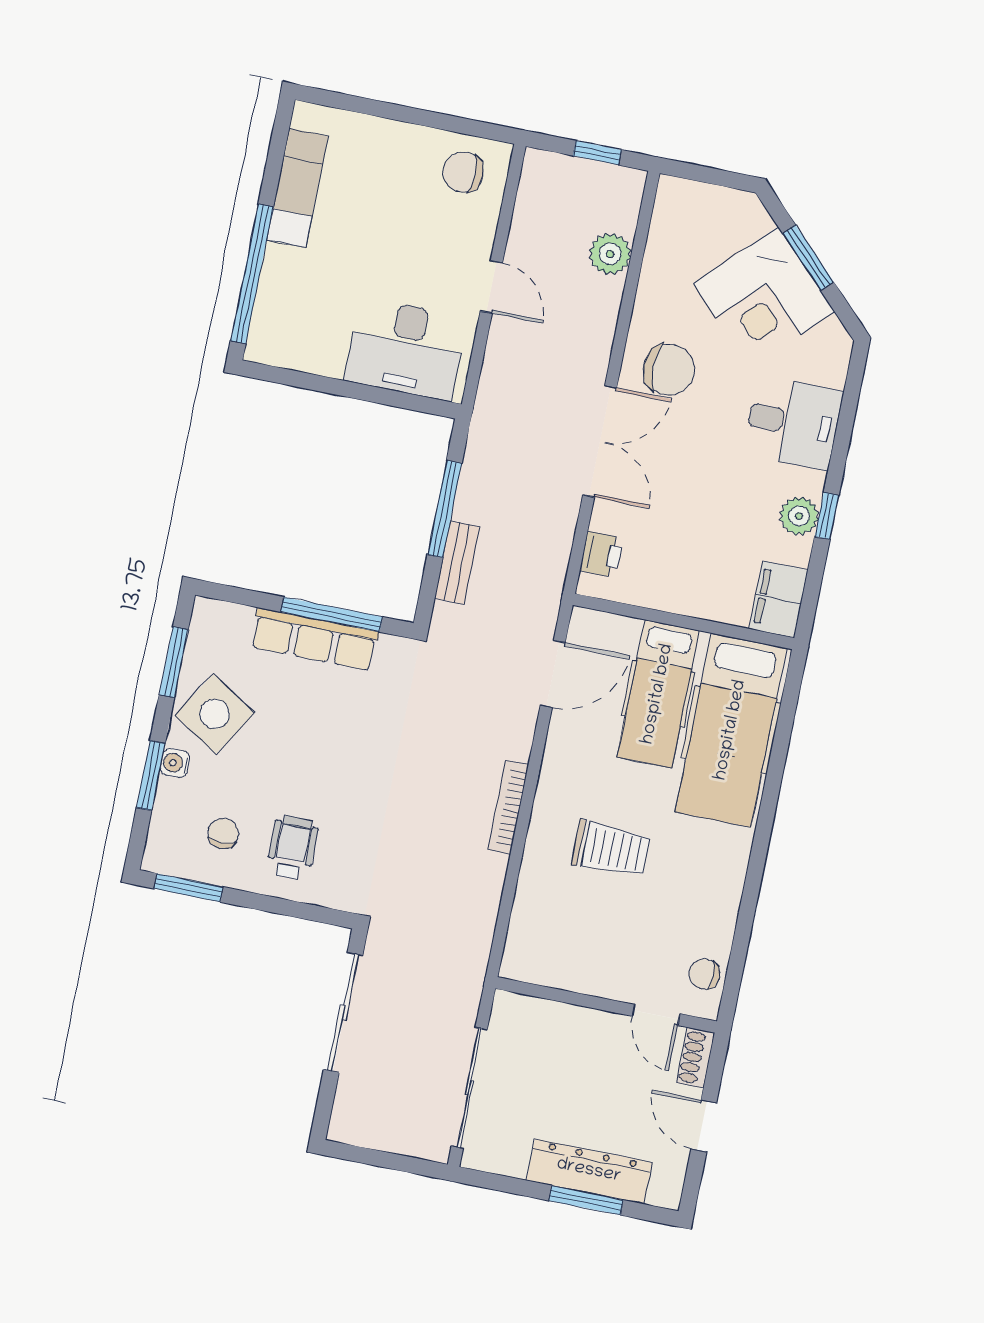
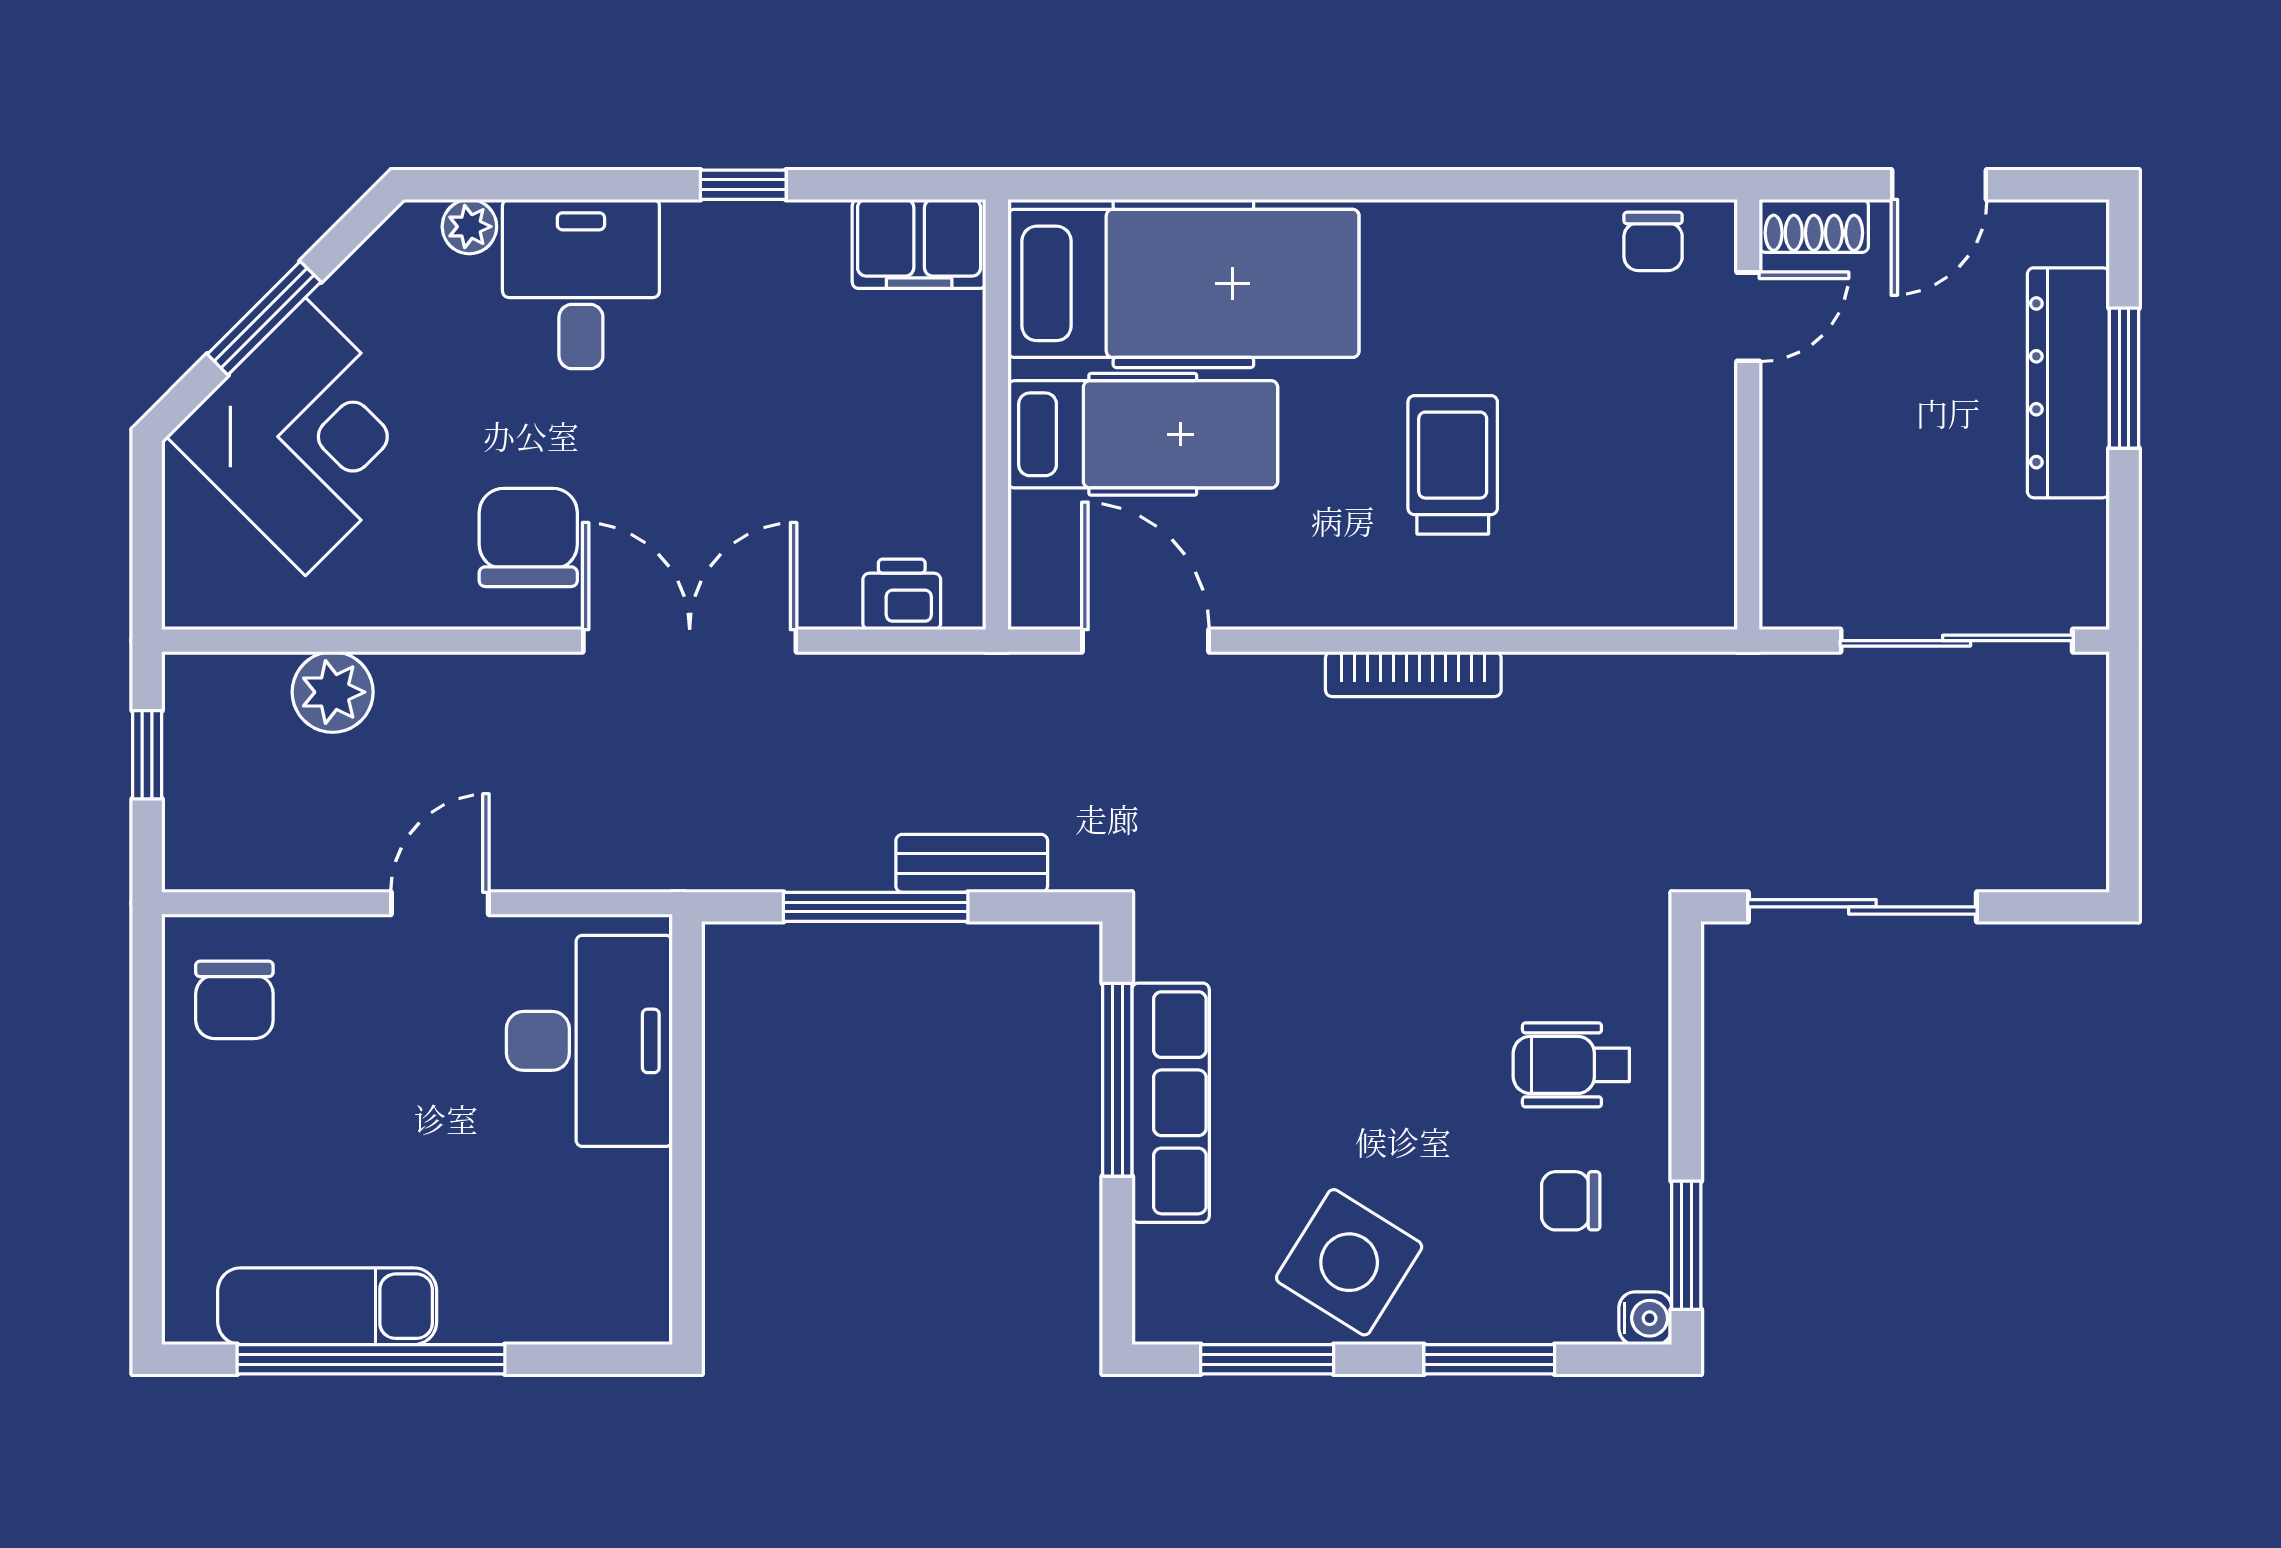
window: (252, 274) -> (371, 1359), moved
corner desk: (764, 297) -> (305, 437), moved
plant: (799, 516) -> (469, 227), moved, width x0.73, depth x0.73
water cooler: (175, 763) -> (1645, 1318), moved, turned -90

